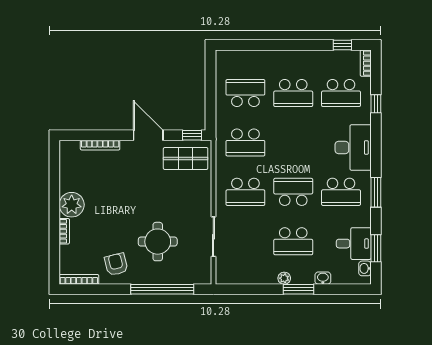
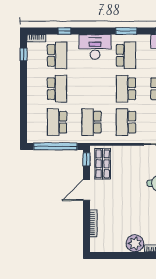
window: (211, 91) -> (55, 146), added
school desk: (245, 142) -> (91, 122), turned 180
school desk: (245, 192) -> (126, 122), turned 180

